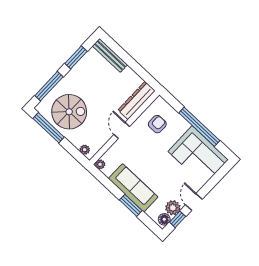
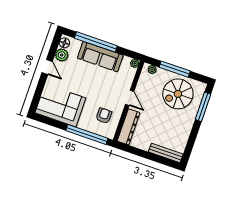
window: (76, 57) -> (192, 139), removed
armchair: (157, 124) -> (104, 116), turned 180
window: (199, 127) -> (87, 134), moved
window: (49, 128) -> (175, 69), moved
window: (131, 205) -> (96, 42), width x2.11
window: (178, 219) -> (54, 48), removed

